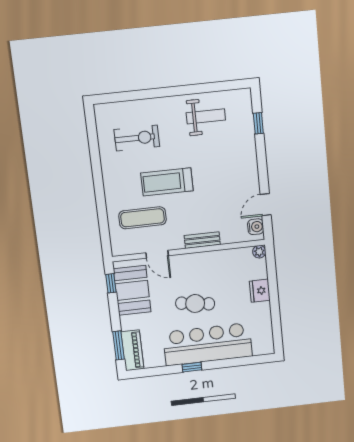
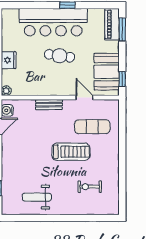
exercise bike: (137, 138) -> (90, 187), width x0.73, depth x0.72

